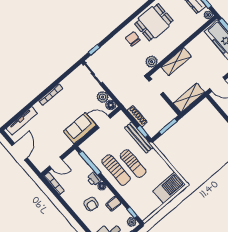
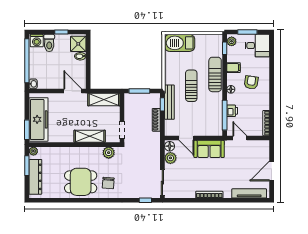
door: (56, 163) -> (240, 138), moved
sun lounger: (116, 170) -> (215, 74), moved
printer: (94, 179) -> (232, 111), moved

